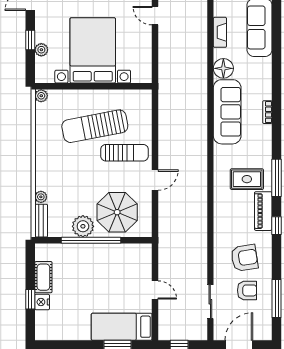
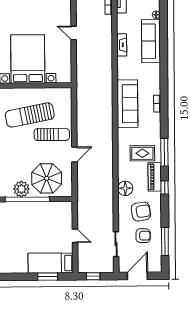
floor lamp: (223, 68) -> (125, 188), moved

